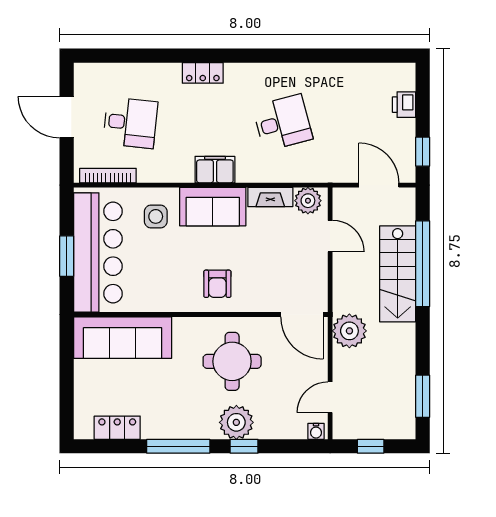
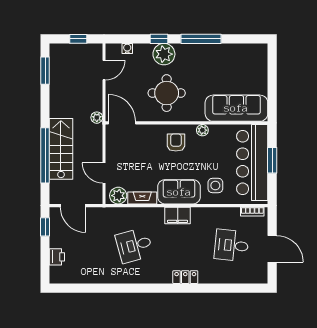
bookcase: (108, 176) -> (252, 212), width x0.64
plant: (176, 303) -> (202, 130), added
plant: (349, 331) -> (97, 118), width x0.53, depth x0.53
locker: (117, 428) -> (240, 51), removed
water cooler: (316, 431) -> (127, 48), moved

